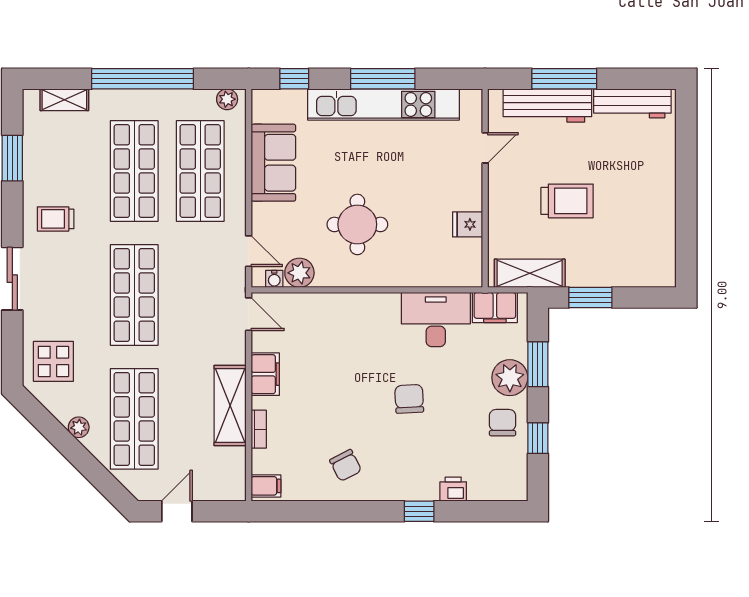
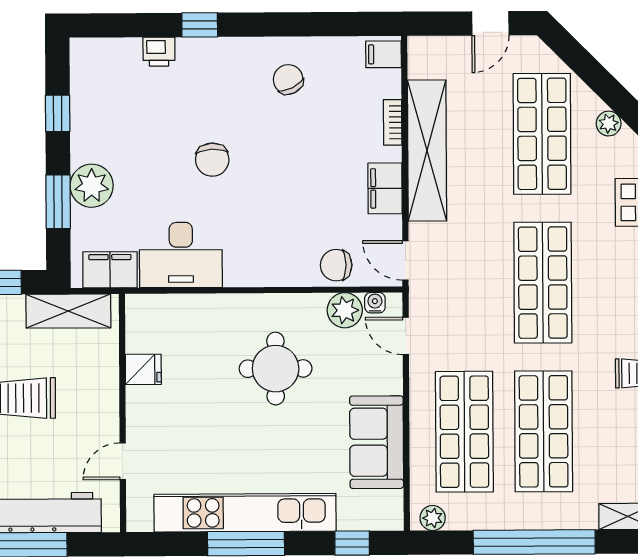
shelving: (230, 405) -> (427, 151), width x1.47
chair: (503, 423) -> (336, 265), moved, turned 90

